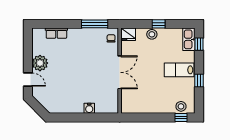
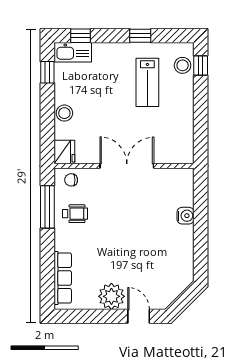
window: (159, 24) -> (47, 72), moved
row of seats: (56, 33) -> (63, 278), width x1.48
wheelchair: (90, 41) -> (75, 214), added
lab bench: (179, 70) -> (147, 82), moved
door: (28, 80) -> (139, 316), hinge flipped

